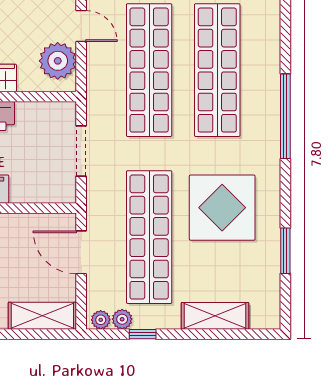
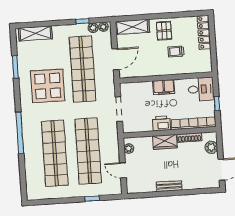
plant: (58, 61) -> (129, 149), width x0.53, depth x0.53
door: (81, 252) -> (115, 59), hinge flipped
shelving: (215, 316) -> (35, 33), moved

